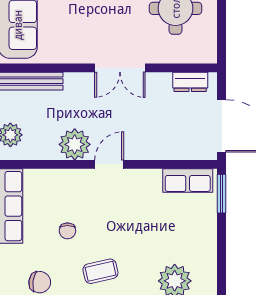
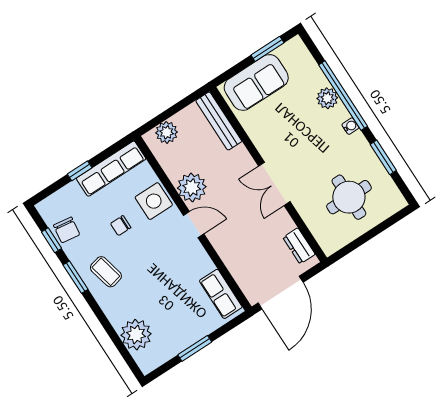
side table: (65, 187) -> (154, 201), added
window: (222, 194) -> (195, 348), moved

